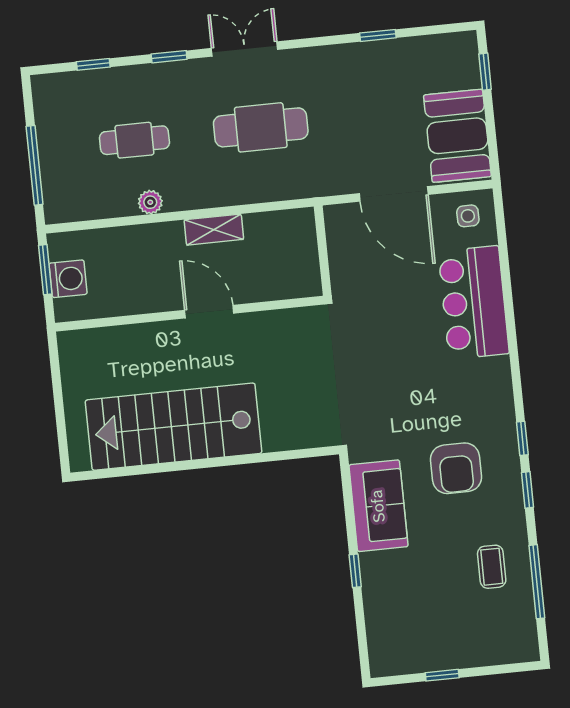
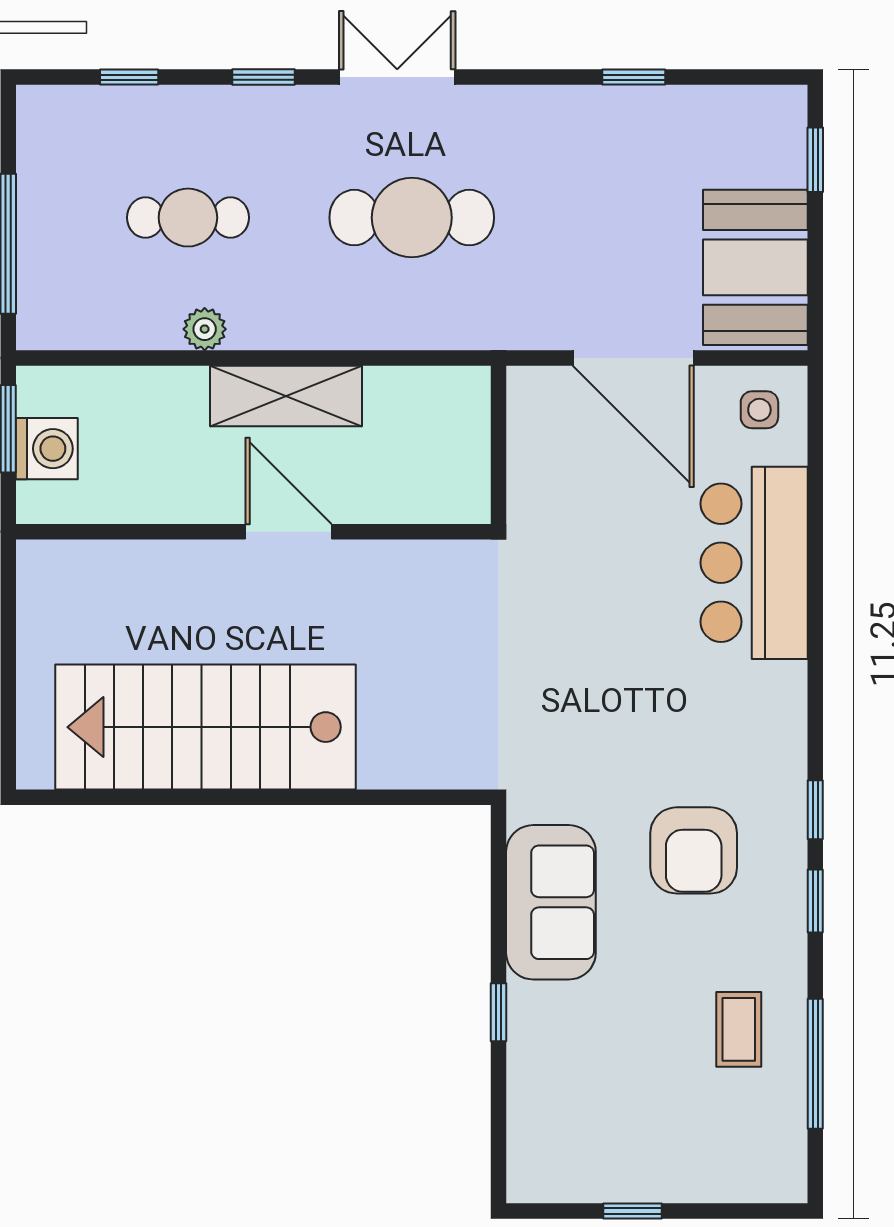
shelving: (214, 230) -> (286, 396), width x1.50, depth x1.33

